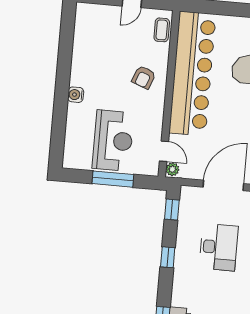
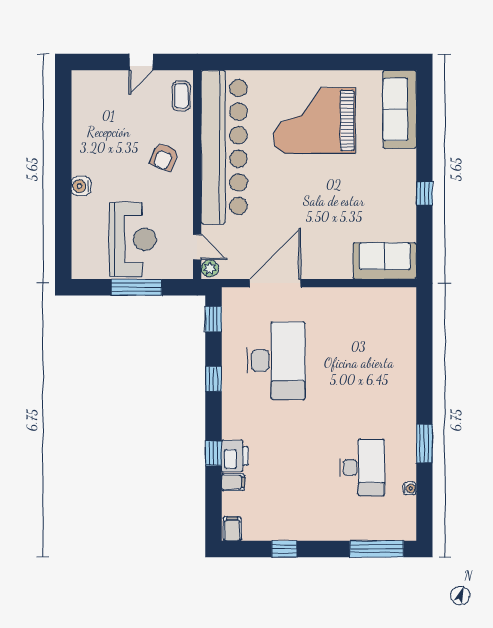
desk: (219, 247) -> (276, 361), width x1.36, depth x1.30

